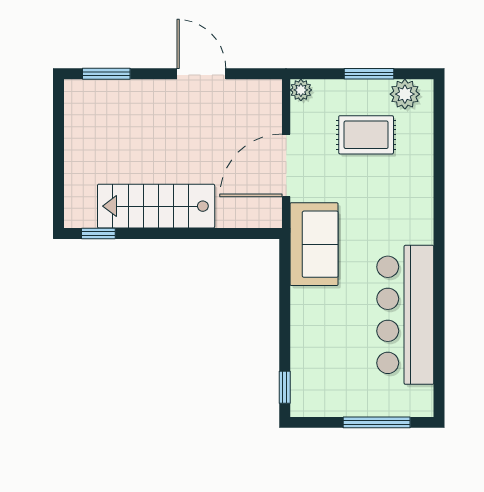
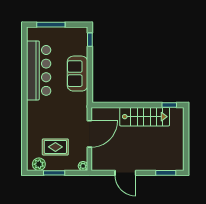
sofa: (314, 244) -> (77, 74), moved

